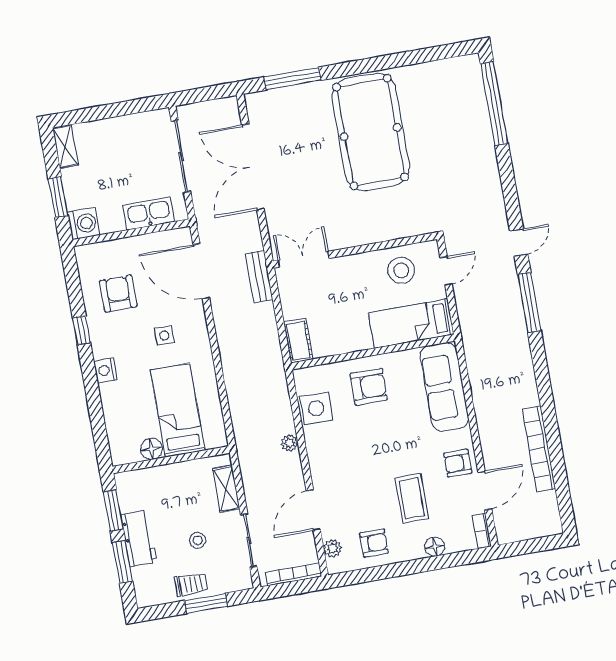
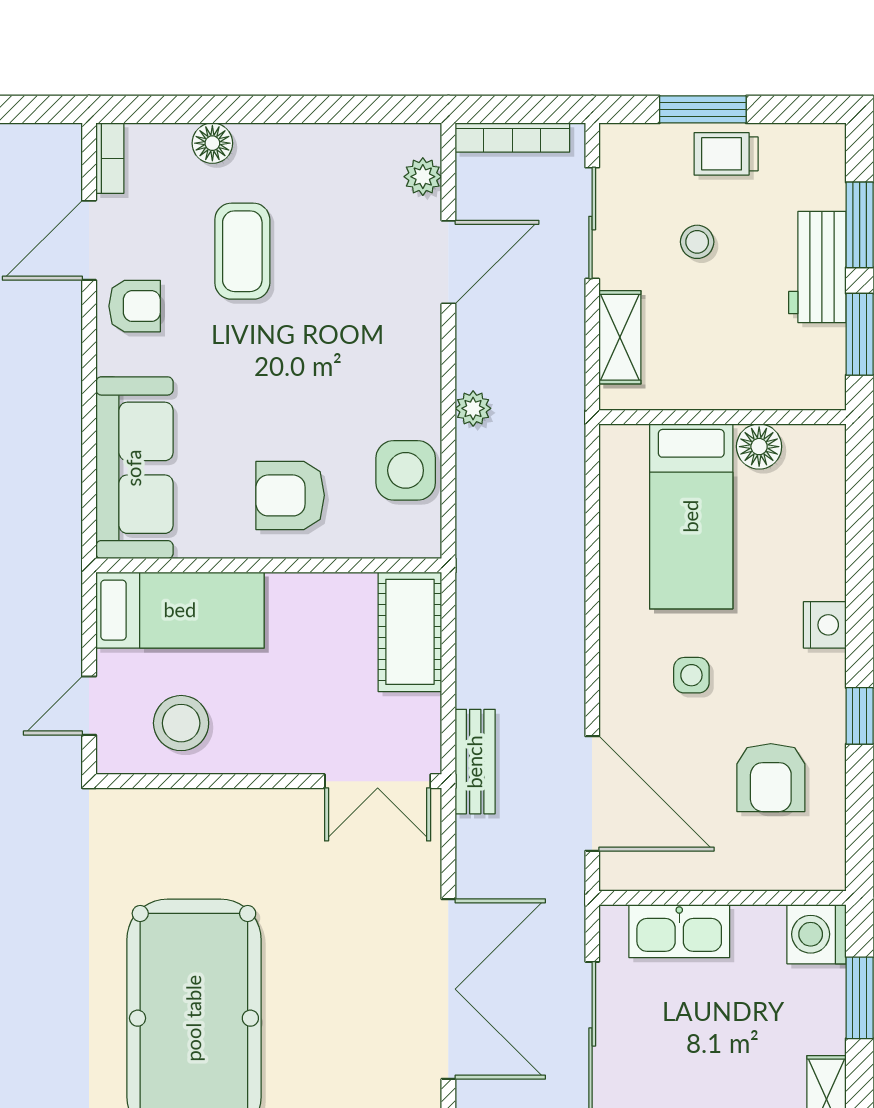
cot: (298, 341) -> (410, 632), width x1.37, depth x1.34
armchair: (374, 543) -> (336, 173), removed

